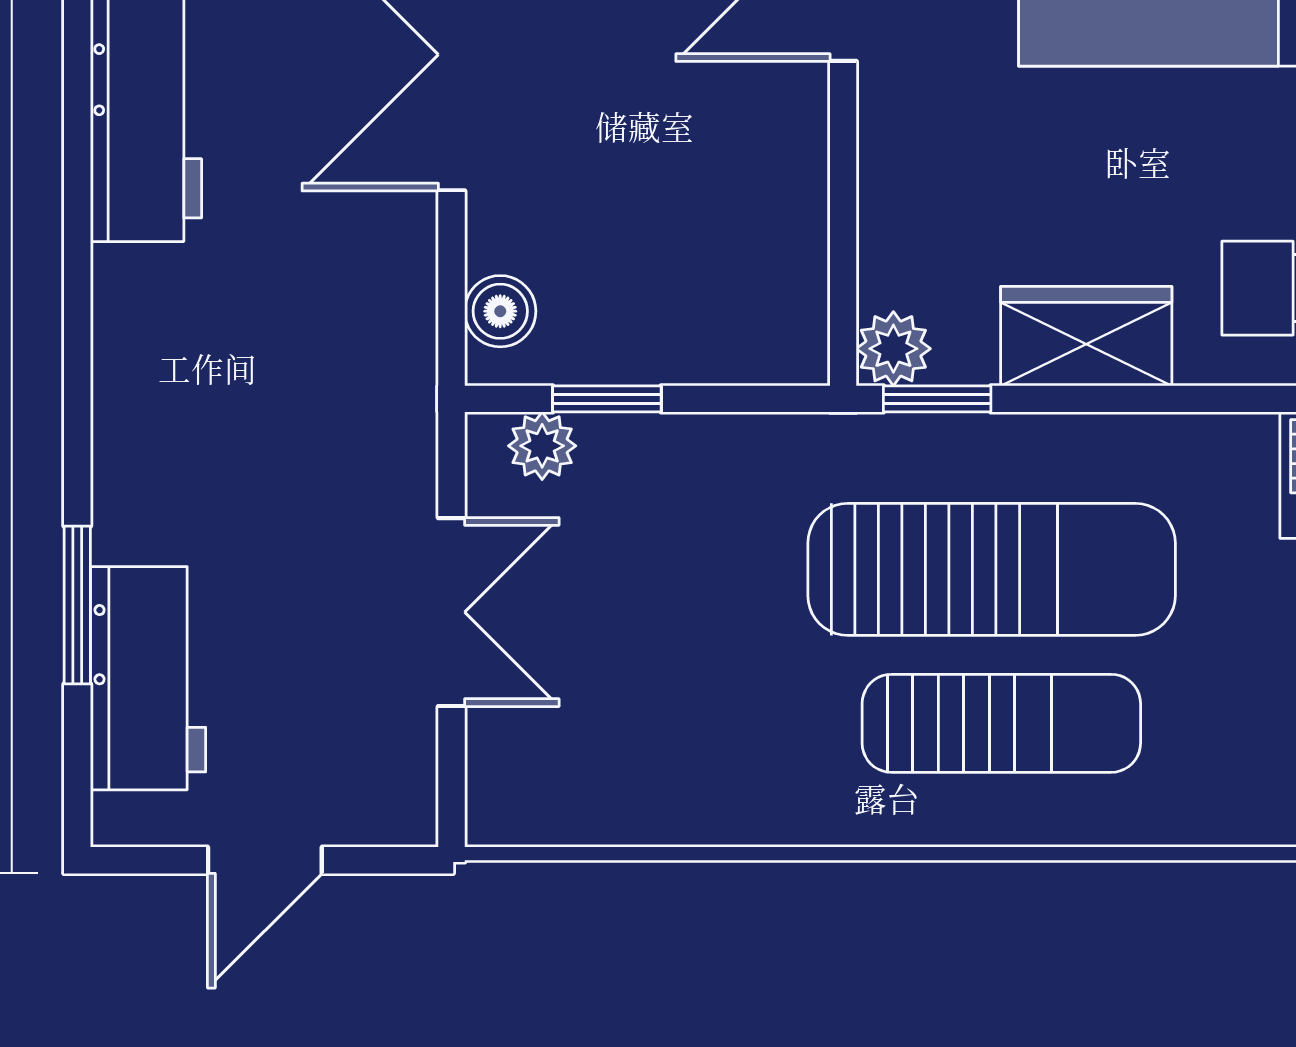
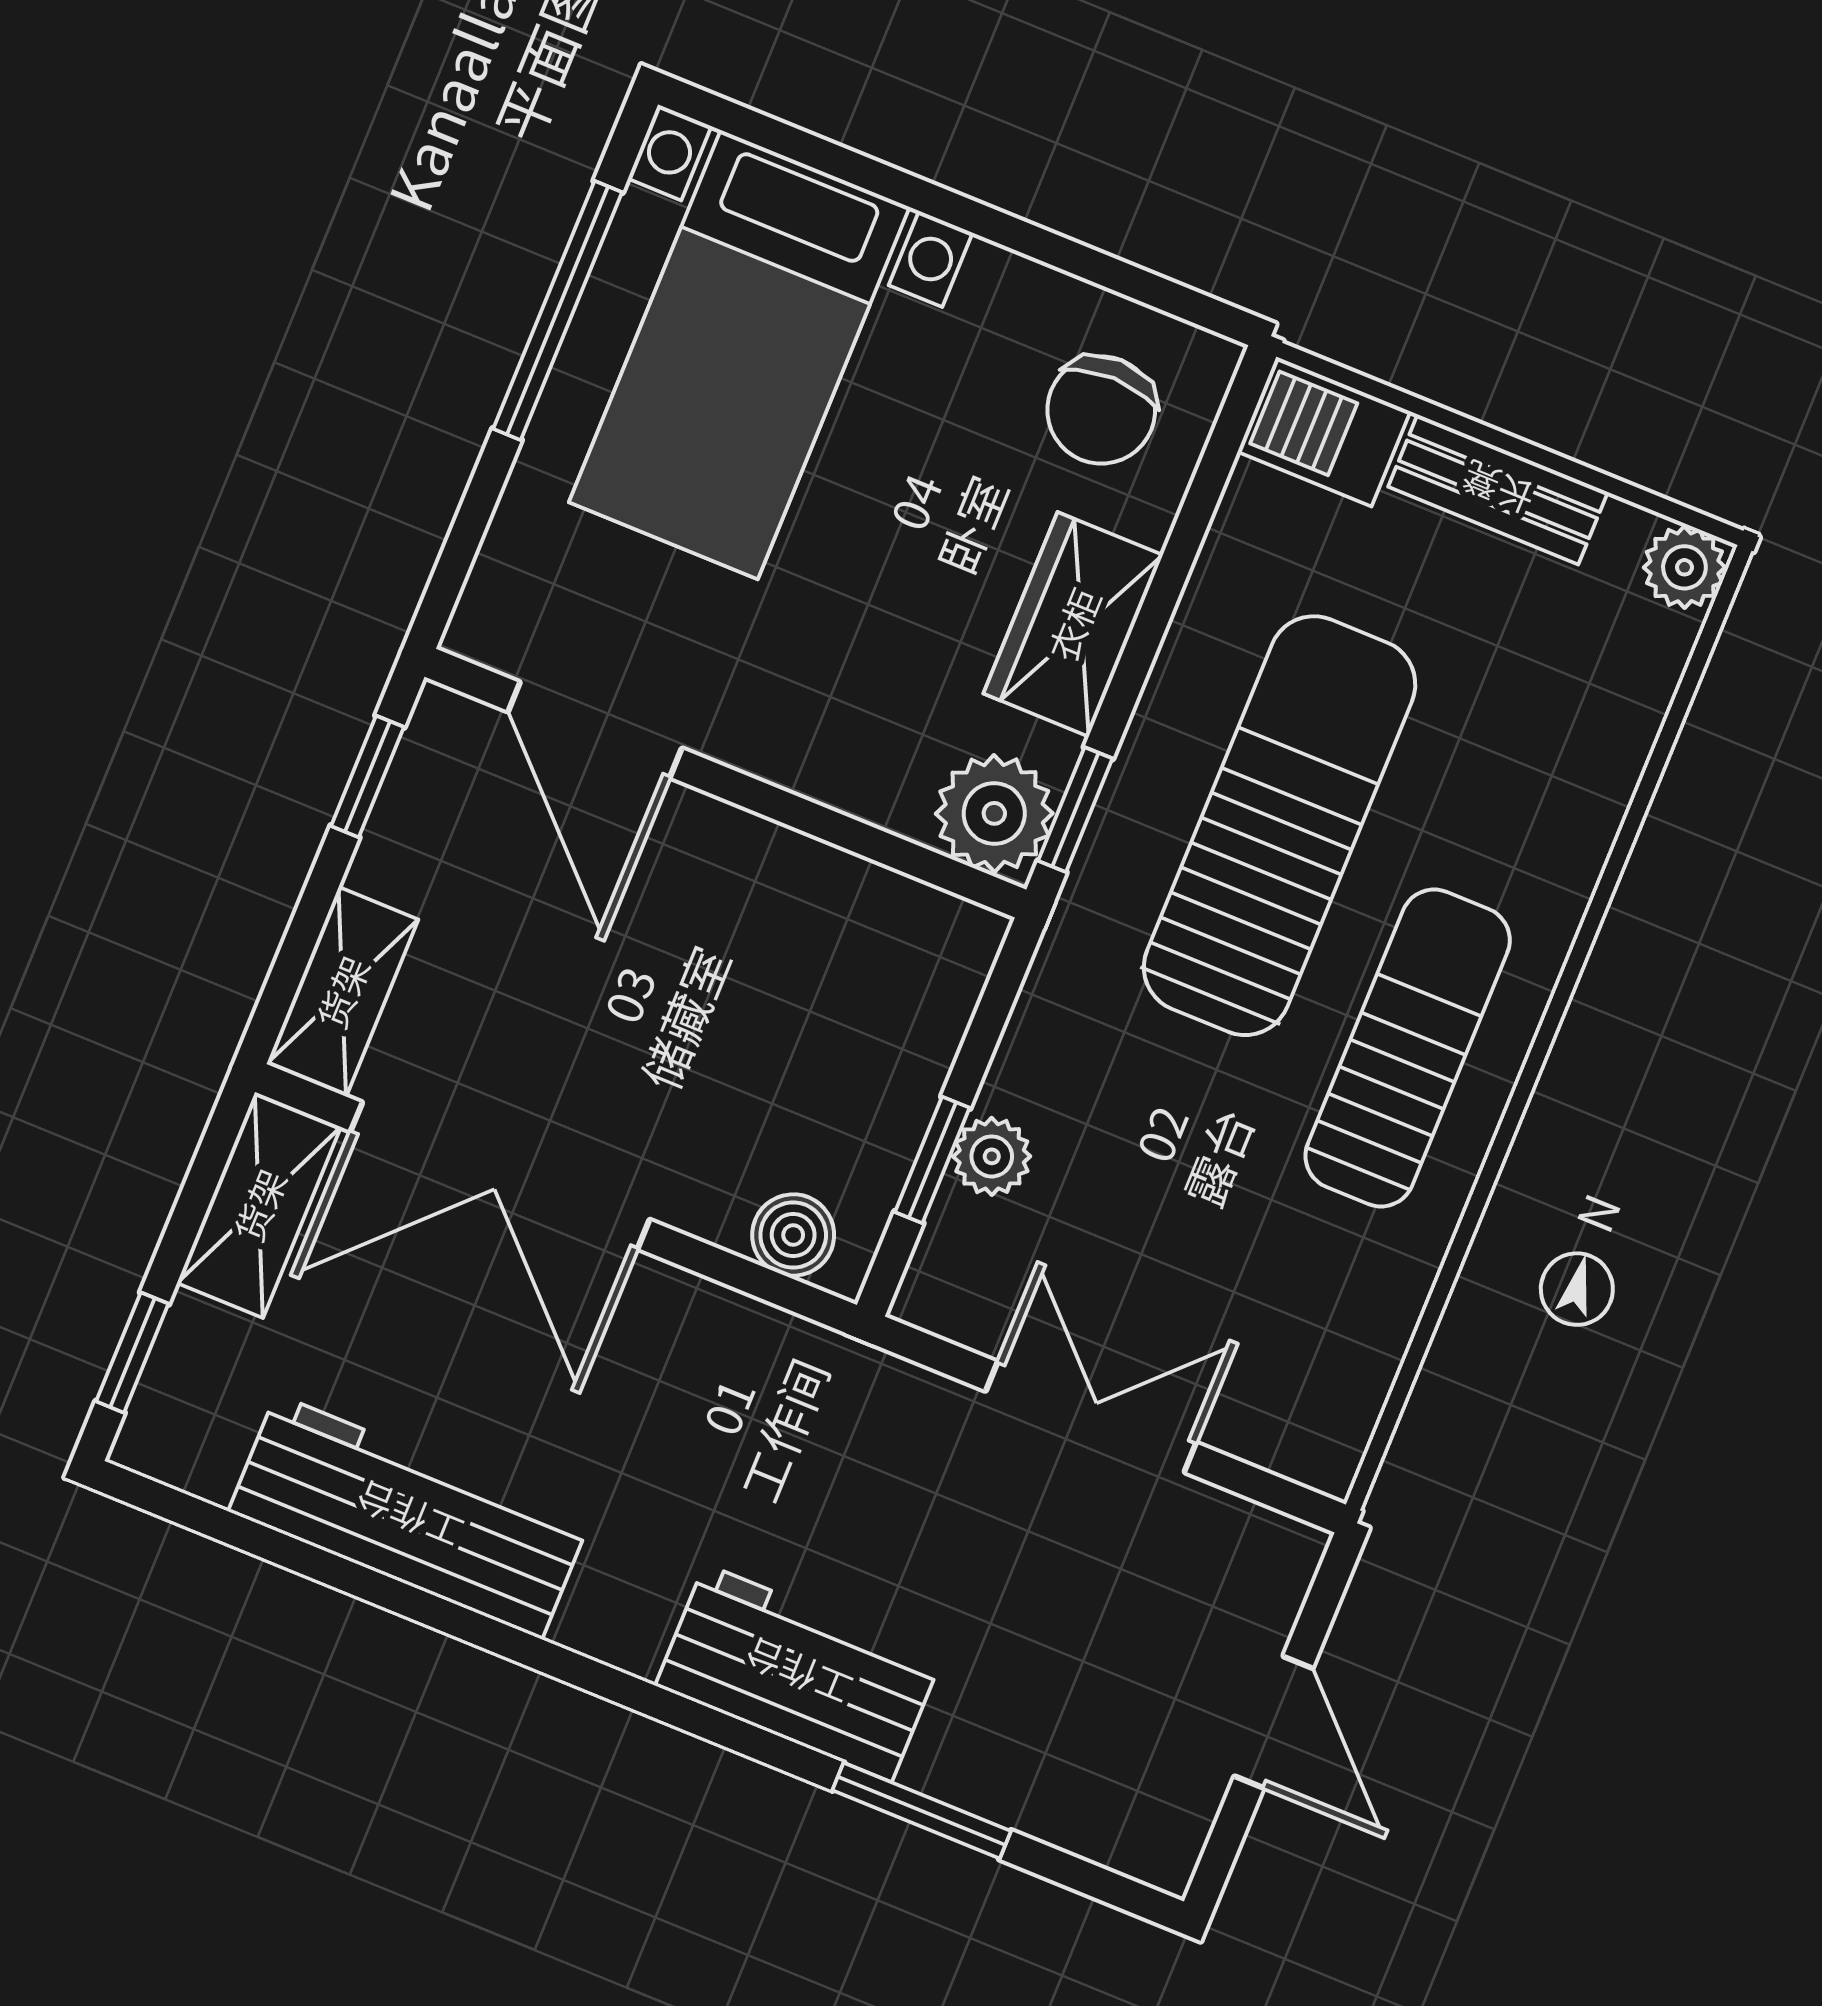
plant: (893, 349) -> (994, 813), width x1.38, depth x1.38
plant: (542, 446) -> (992, 1156), moved
workbench: (148, 678) -> (798, 1673), moved
sun lounger: (1001, 723) -> (1408, 1048), moved

